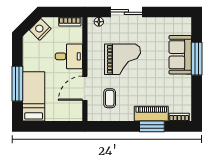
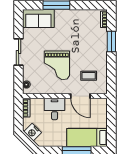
sliding door: (126, 12) -> (19, 52), moved
sofa: (180, 55) -> (38, 18), moved
grand piano: (123, 59) -> (57, 65), turned 180
piano: (151, 114) -> (101, 42), removed

